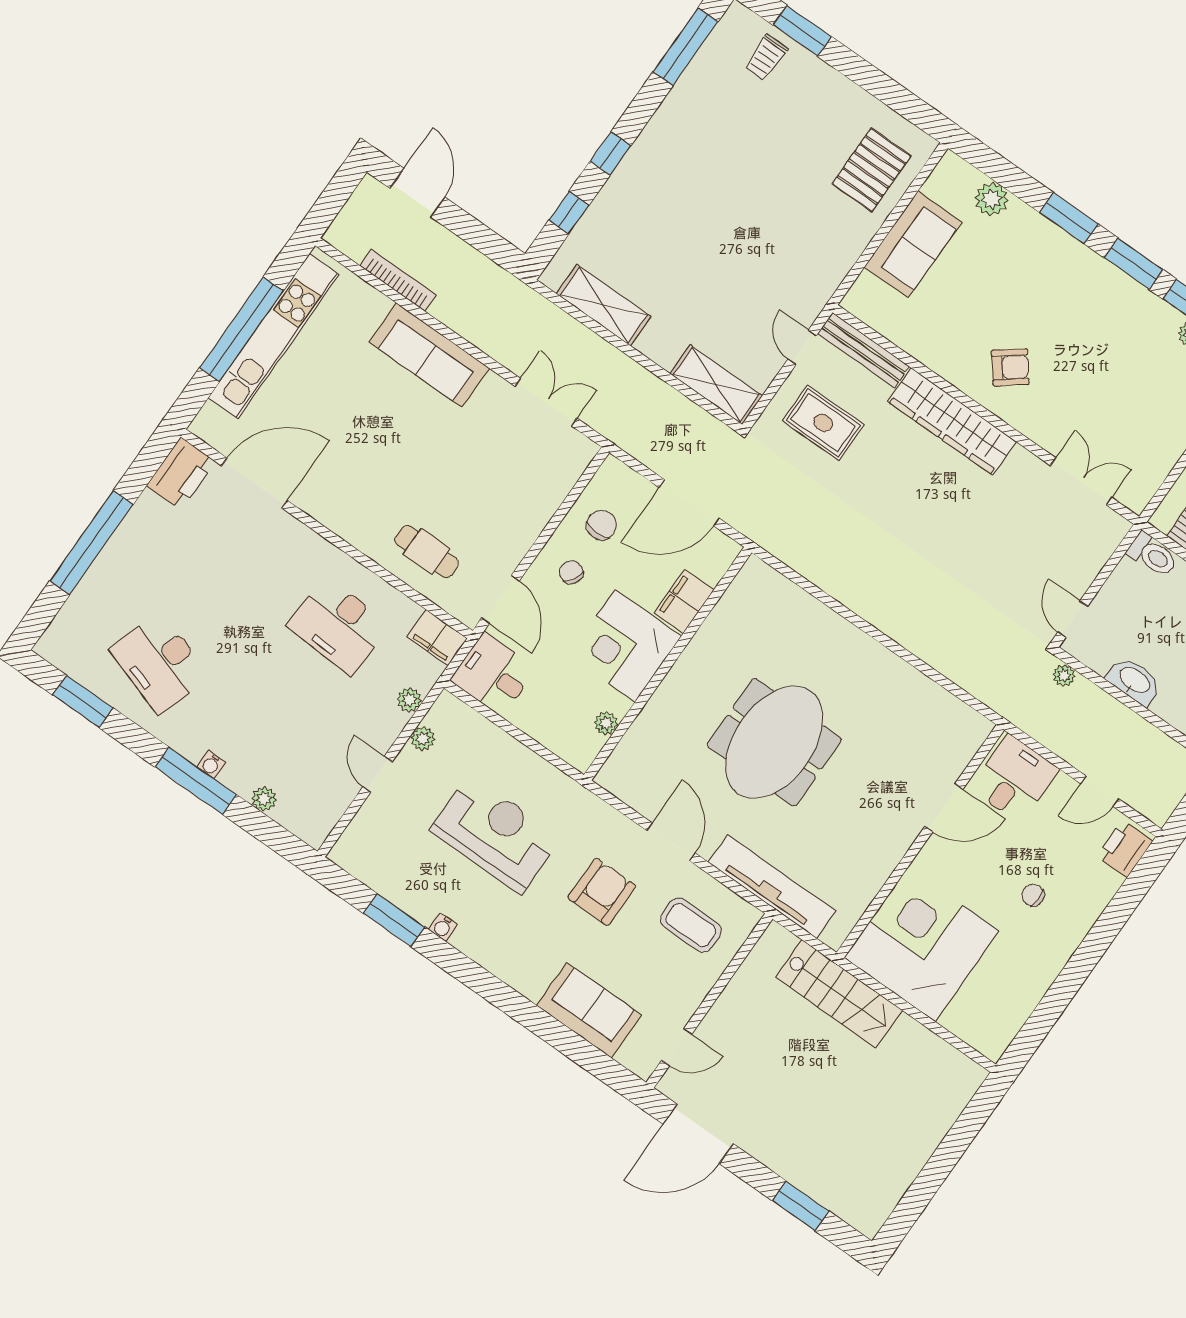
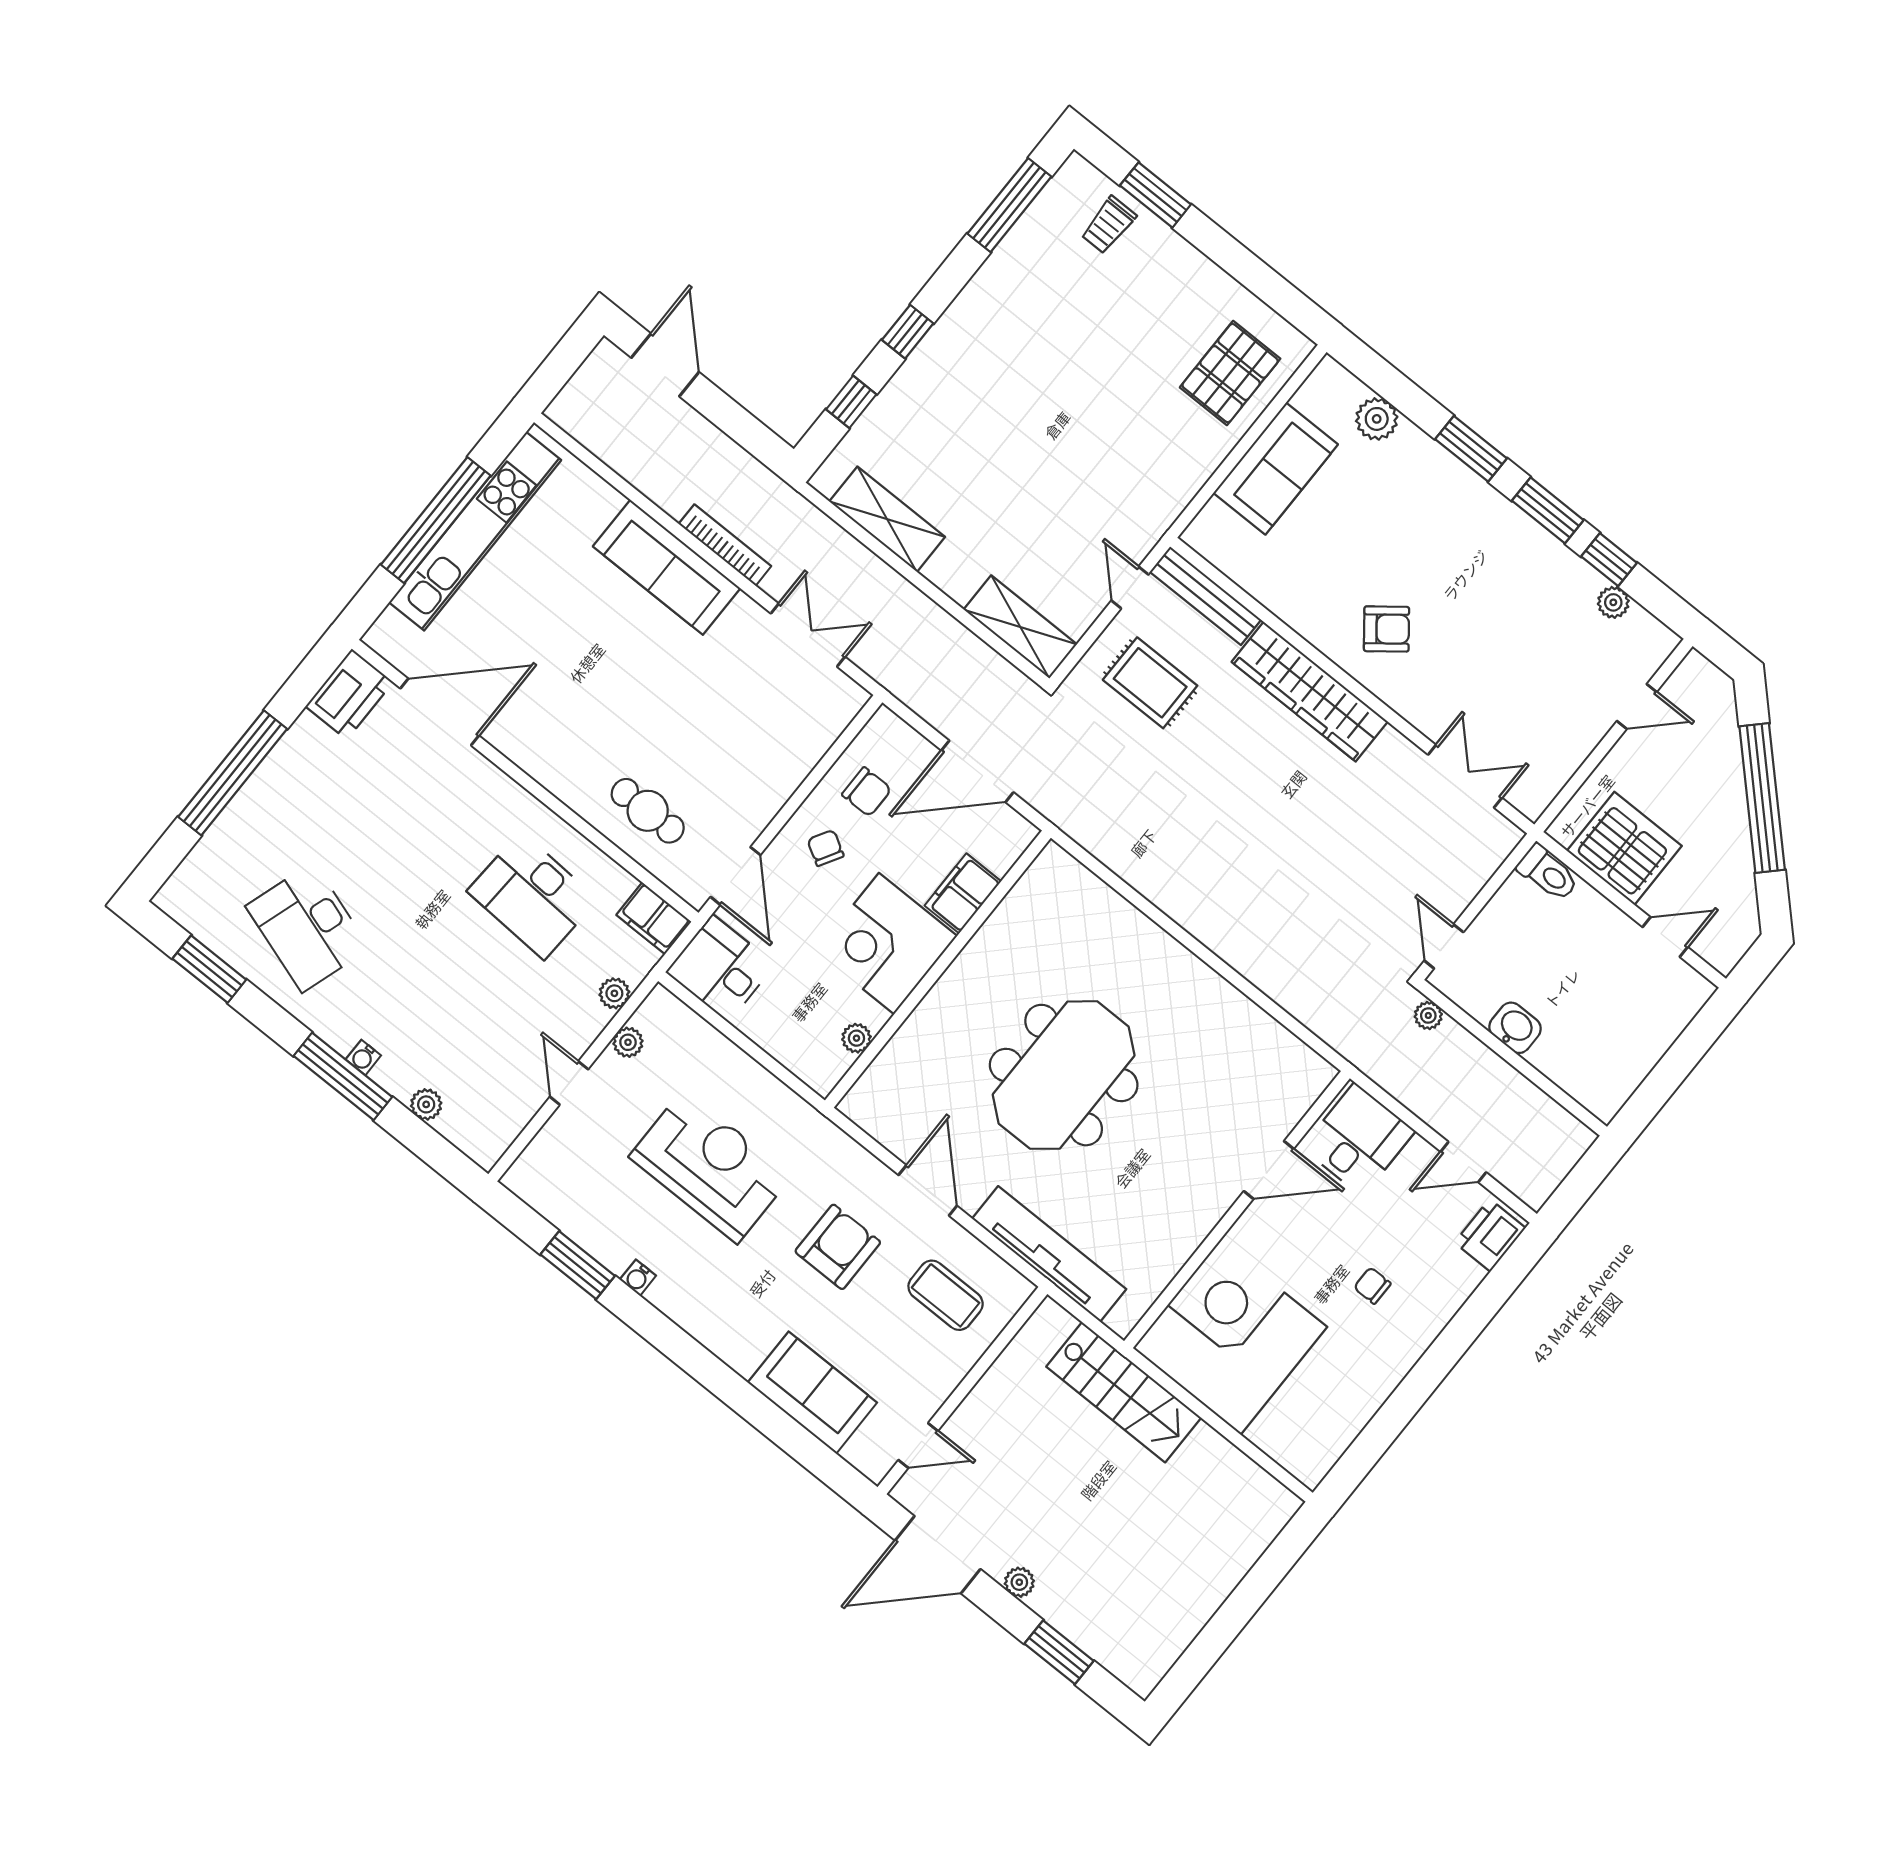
bookcase: (398, 280) -> (725, 545), moved
chair: (601, 525) -> (867, 792), turned 90
washbasin: (1134, 681) -> (1515, 1028), width x0.72
plant: (765, 1152) -> (1019, 1582), added

